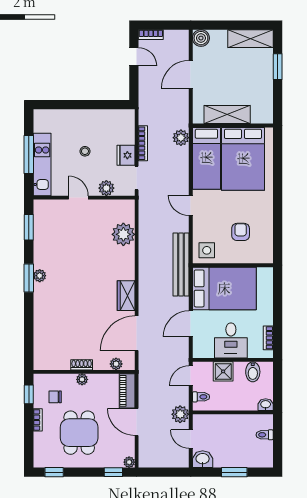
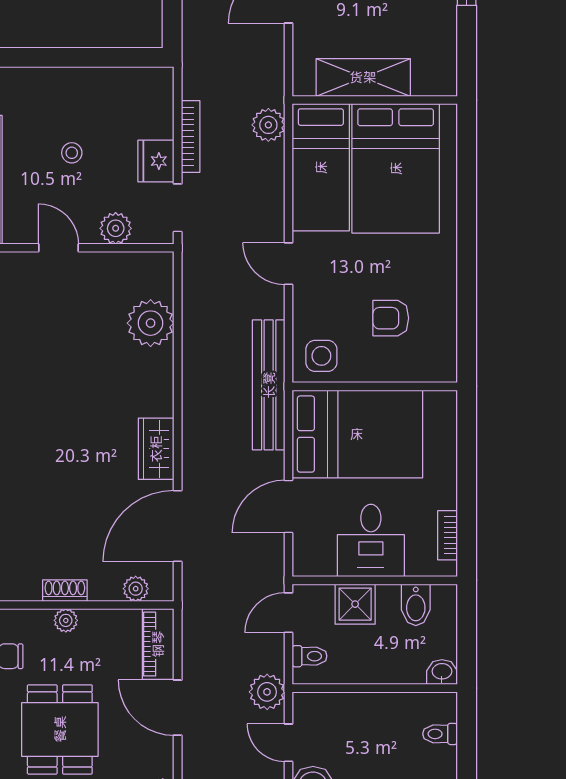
armchair: (241, 232) -> (391, 318), turned -90

